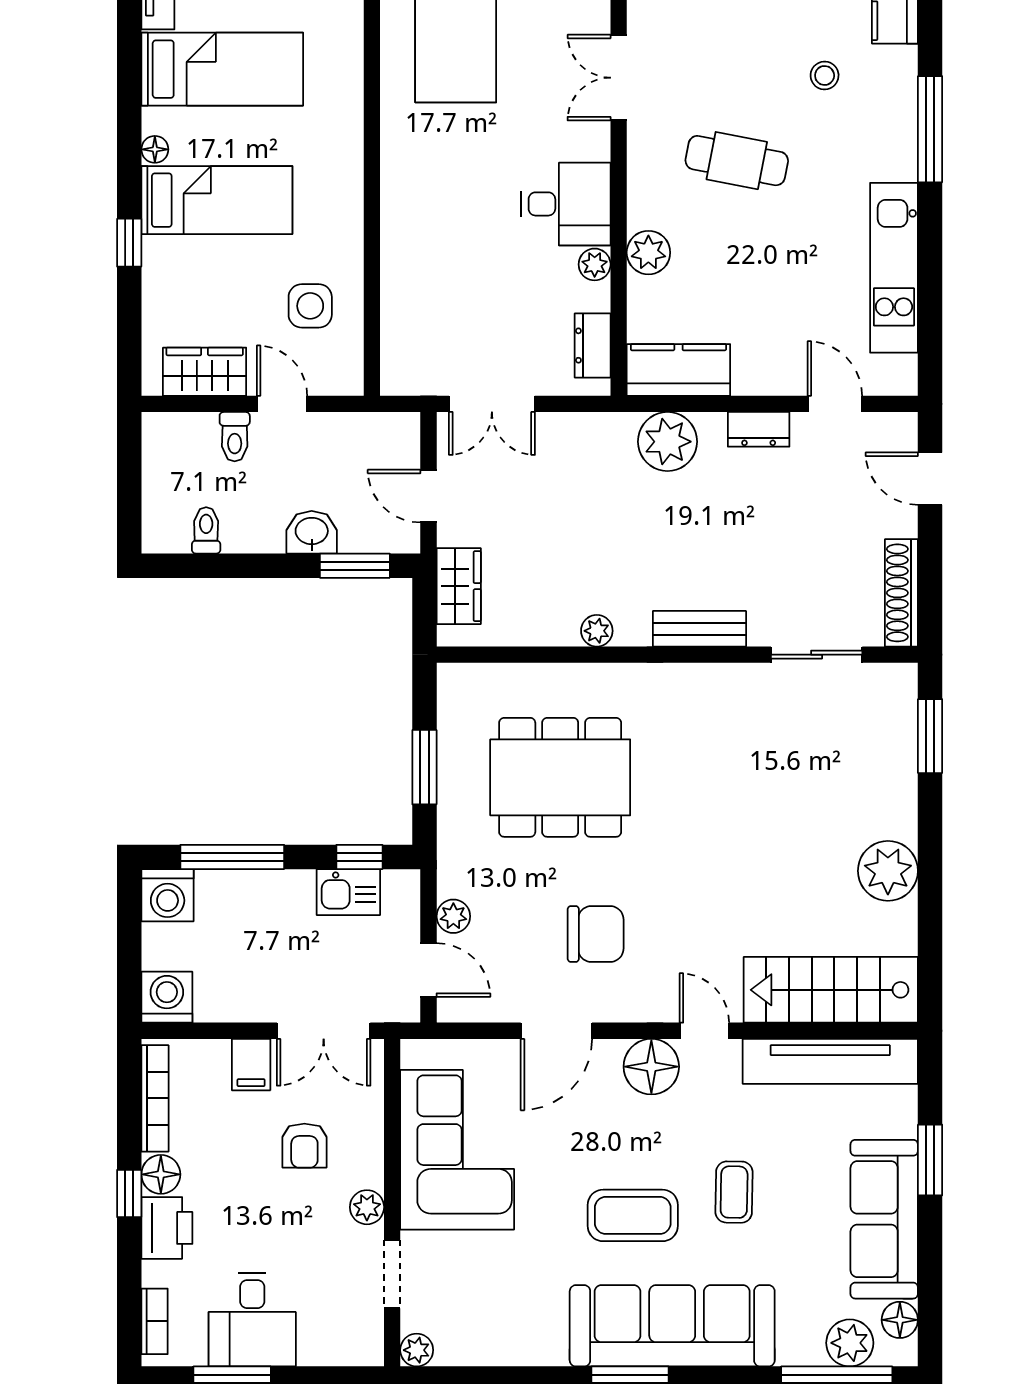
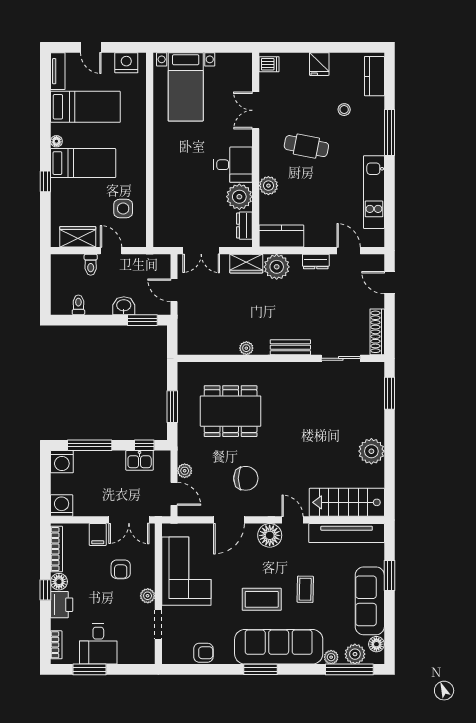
plant: (595, 264) -> (239, 197), width x1.88, depth x1.88
wardrobe: (459, 586) -> (246, 264), moved, turned 90
armchair: (497, 1340) -> (203, 653), added
plant: (417, 1350) -> (331, 657), moved

